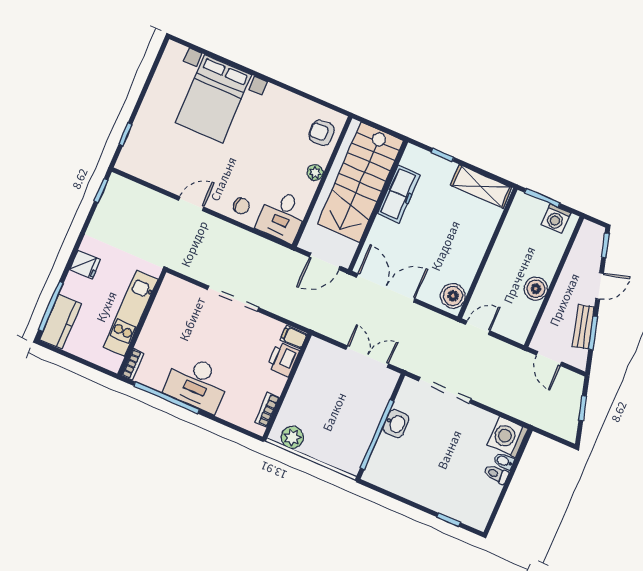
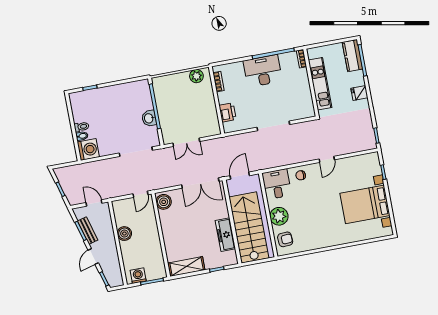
bed with nightstands: (214, 99) -> (365, 204), moved, turned -90
plant: (315, 173) -> (279, 216), width x1.88, depth x1.88
filing cabinet: (294, 337) -> (230, 127), removed

